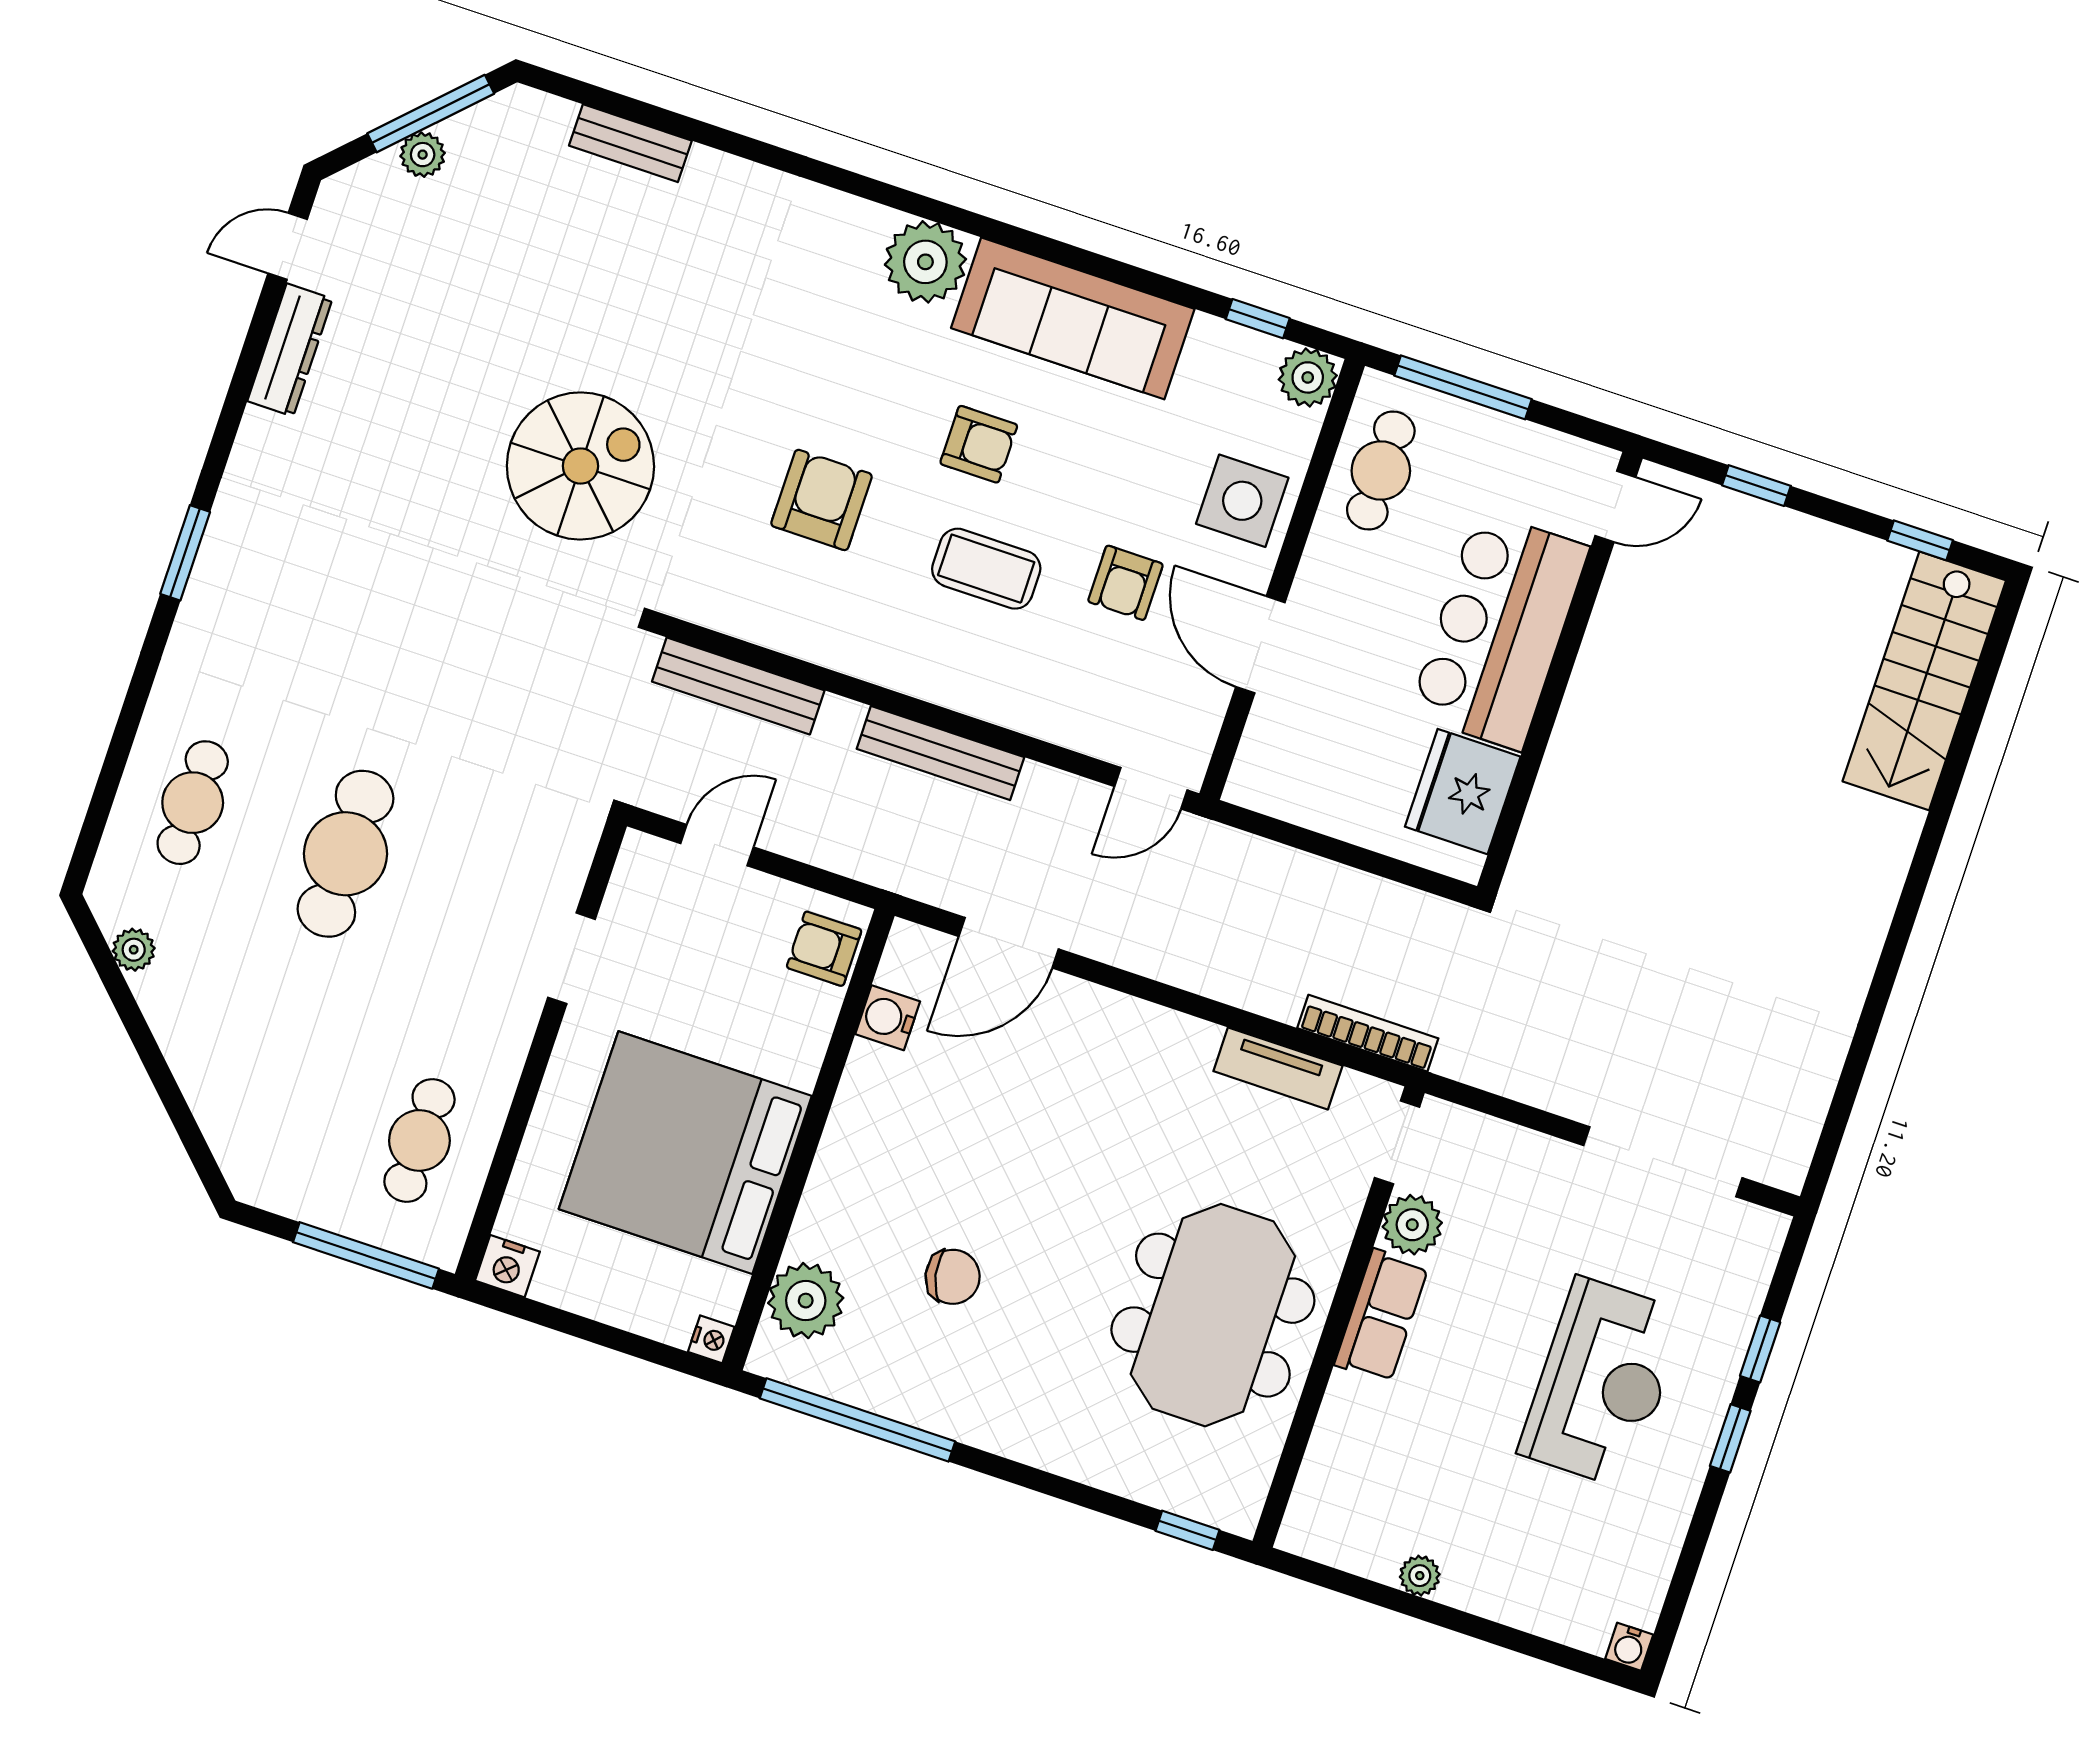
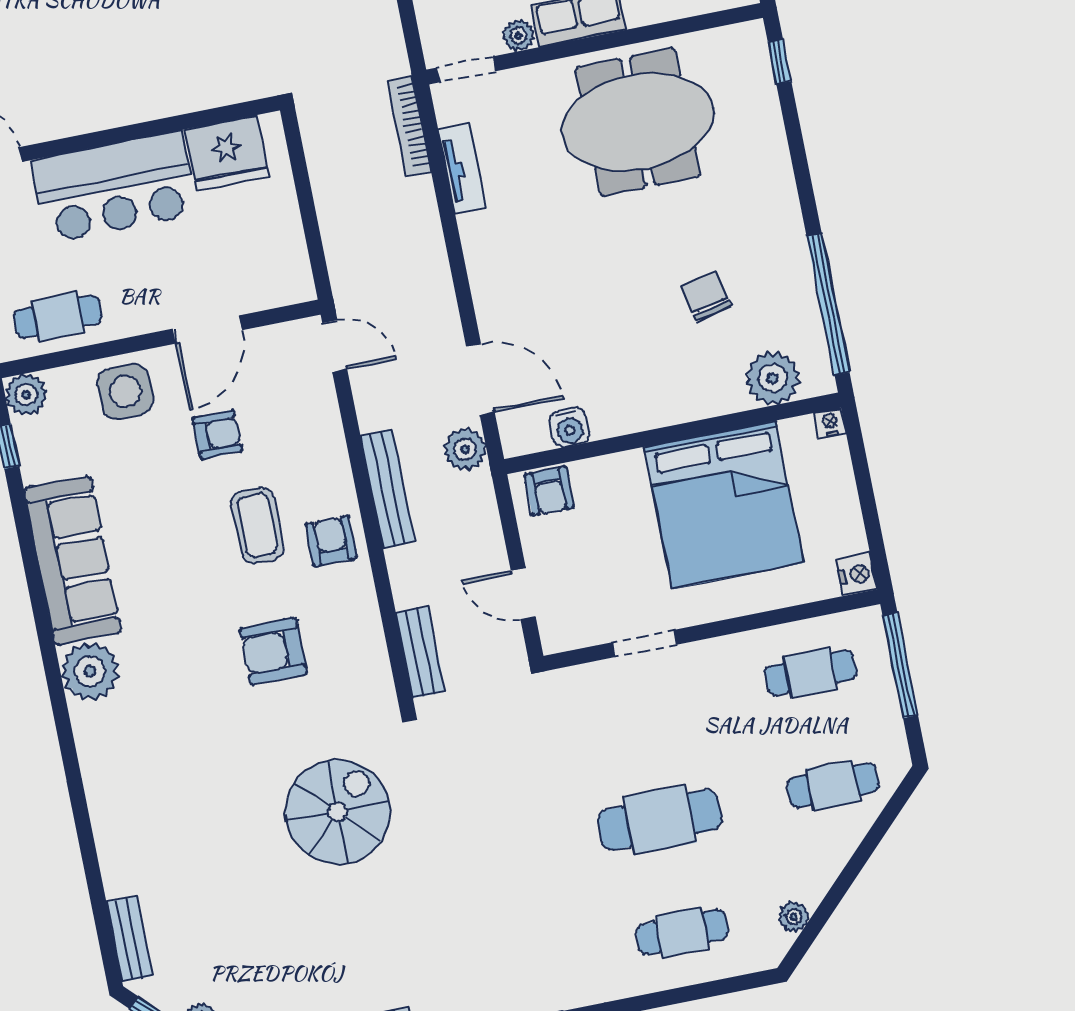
bench: (630, 143) -> (130, 939), moved
armchair: (979, 444) -> (331, 541), moved
spiral stairs: (580, 466) -> (338, 812), turned 90
bench: (738, 686) -> (421, 652), width x0.73
plant: (934, 875) -> (465, 449), added
cafe table: (267, 1089) -> (833, 785), added
plant: (1412, 1225) -> (519, 35), width x0.73, depth x0.73

